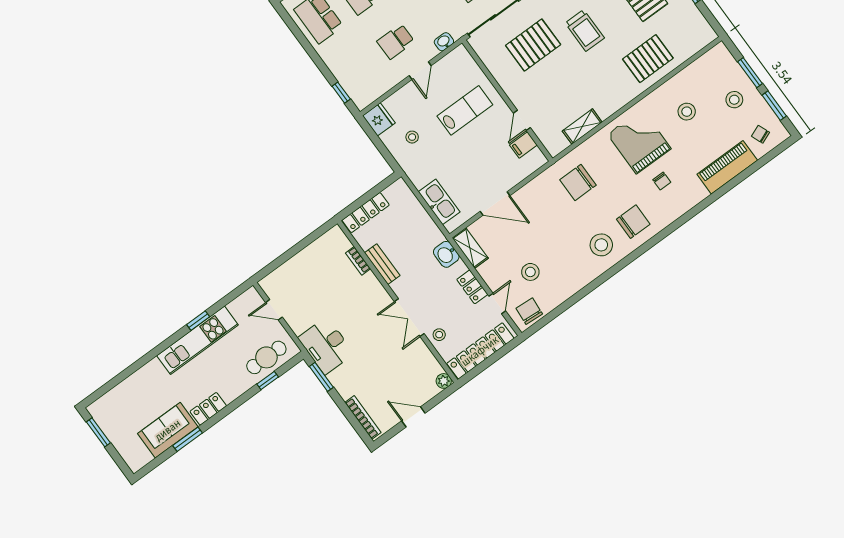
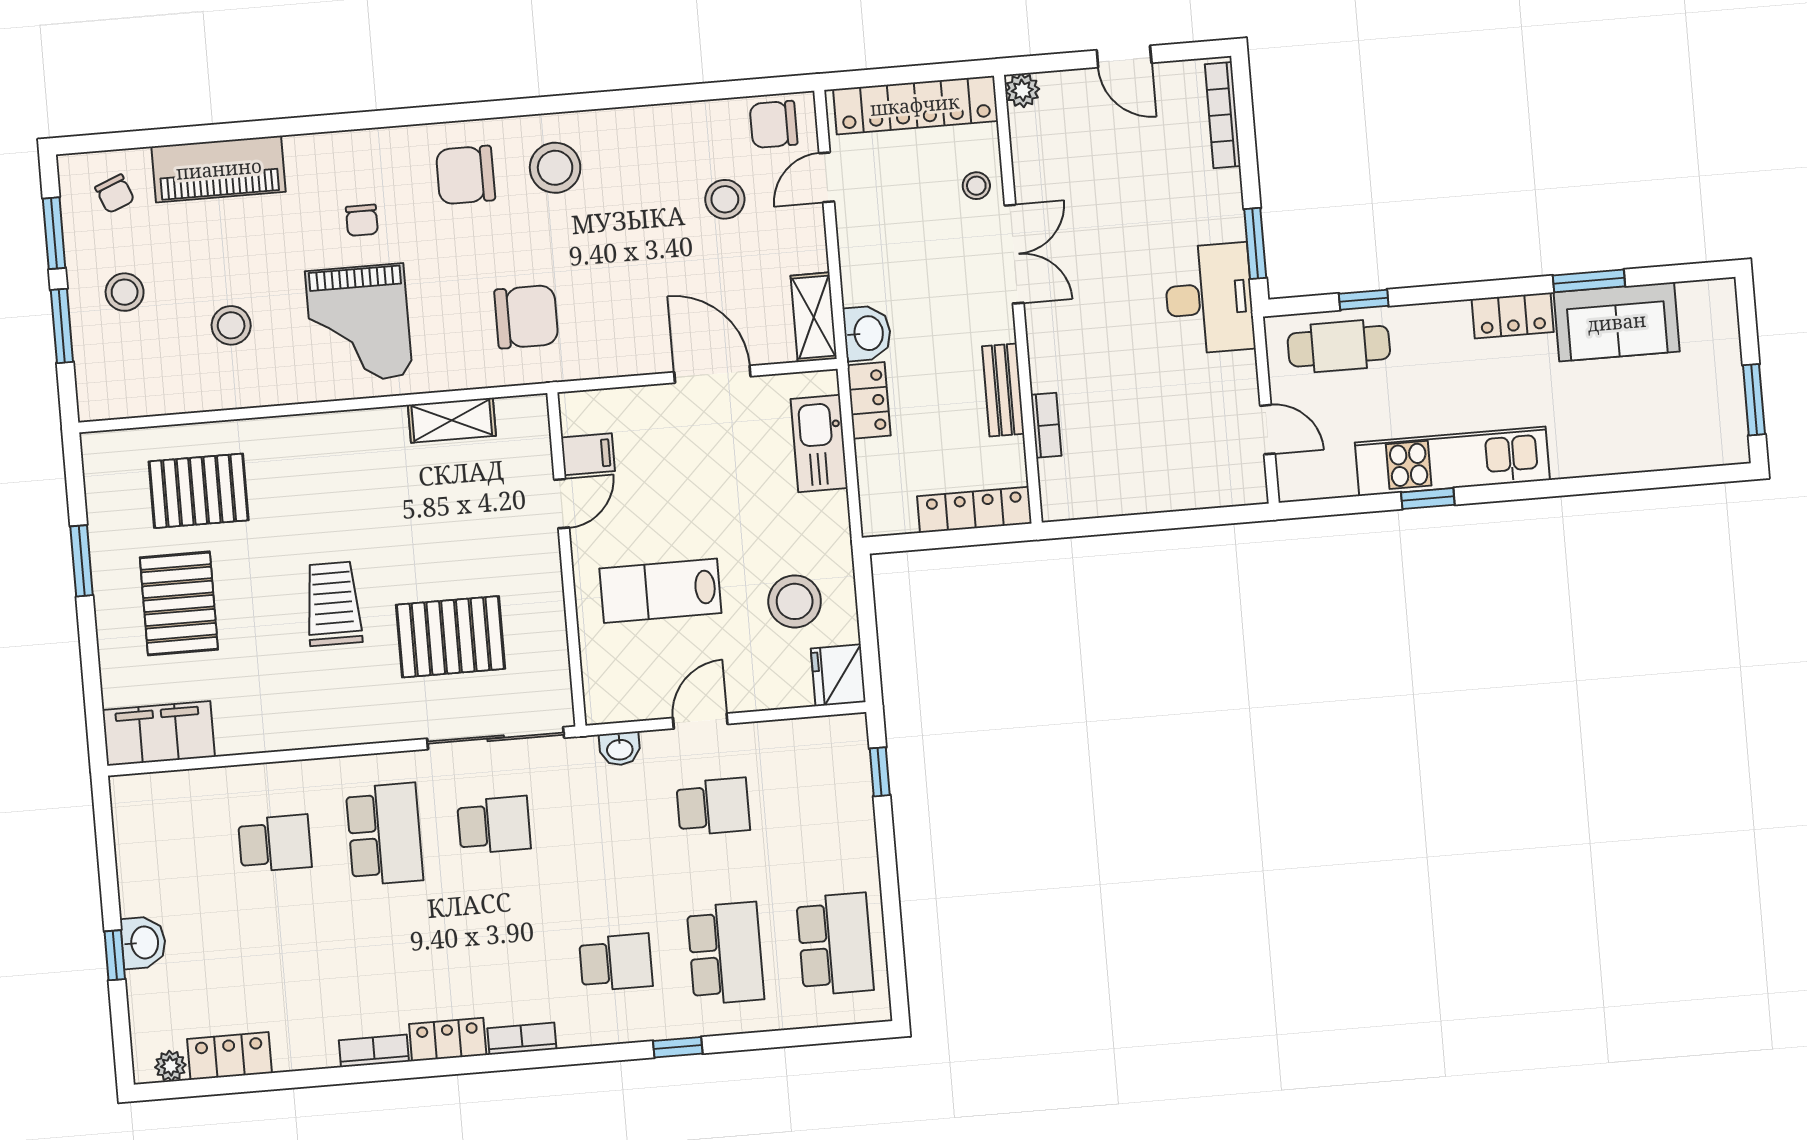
pallet: (648, 59) -> (199, 491), moved
stool: (412, 137) -> (795, 601), width x1.89, depth x1.89
chair: (662, 181) -> (362, 220), turned 180
locker: (472, 287) -> (869, 400), moved
chair: (529, 311) -> (774, 124), turned 86

